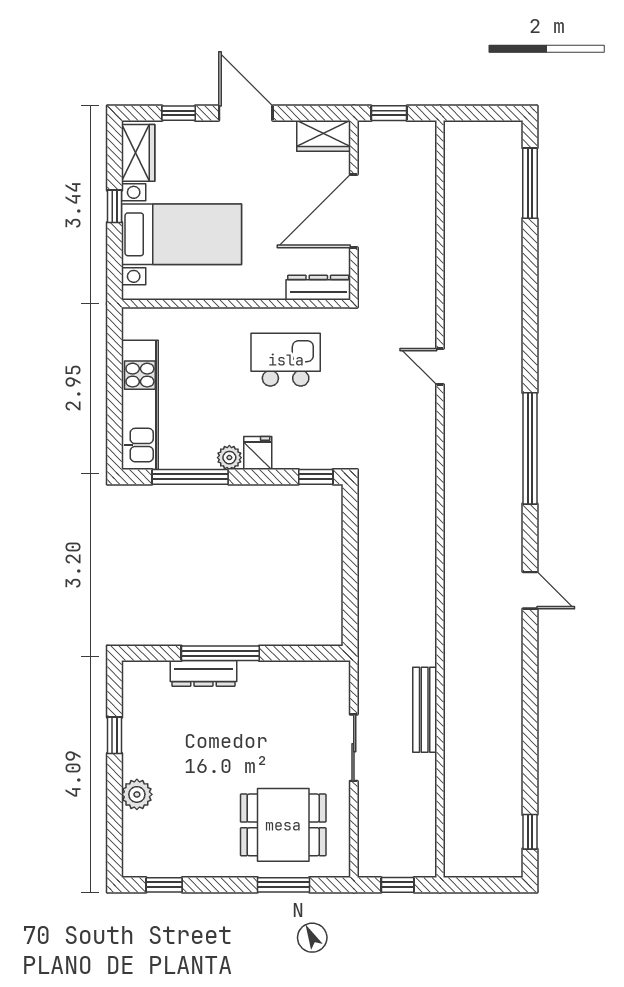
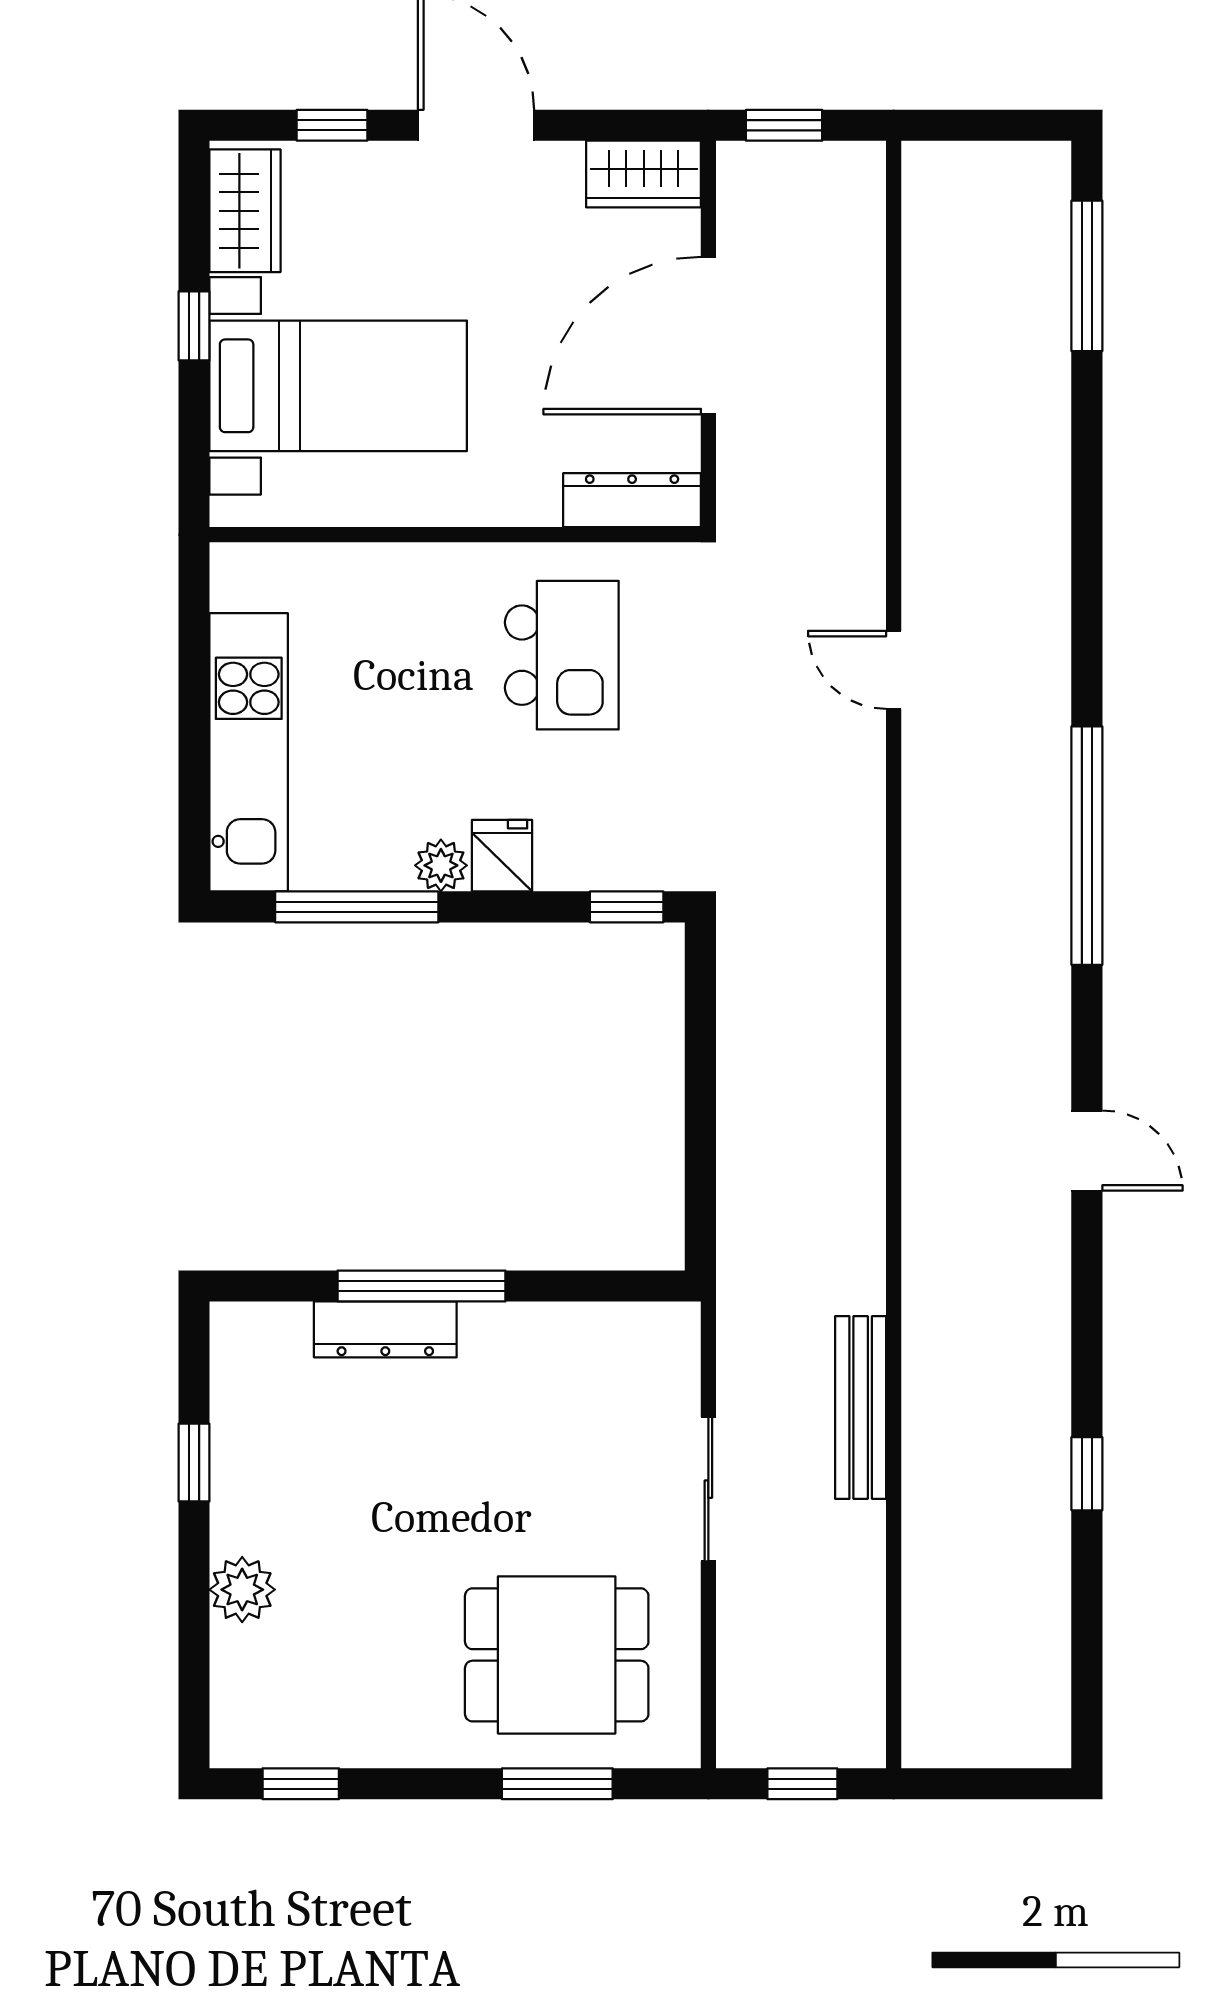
kitchen island: (286, 360) -> (562, 655), turned 90
window: (530, 832) -> (1087, 1474), moved

